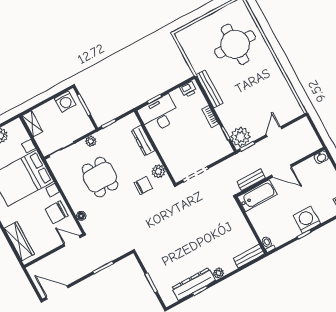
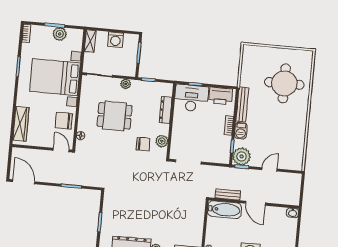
printer: (188, 89) -> (221, 96), width x1.87, depth x1.48
washing machine: (65, 101) -> (115, 40), moved
barbecue: (224, 114) -> (241, 131), added
dining table: (100, 177) -> (115, 116), turned 90

